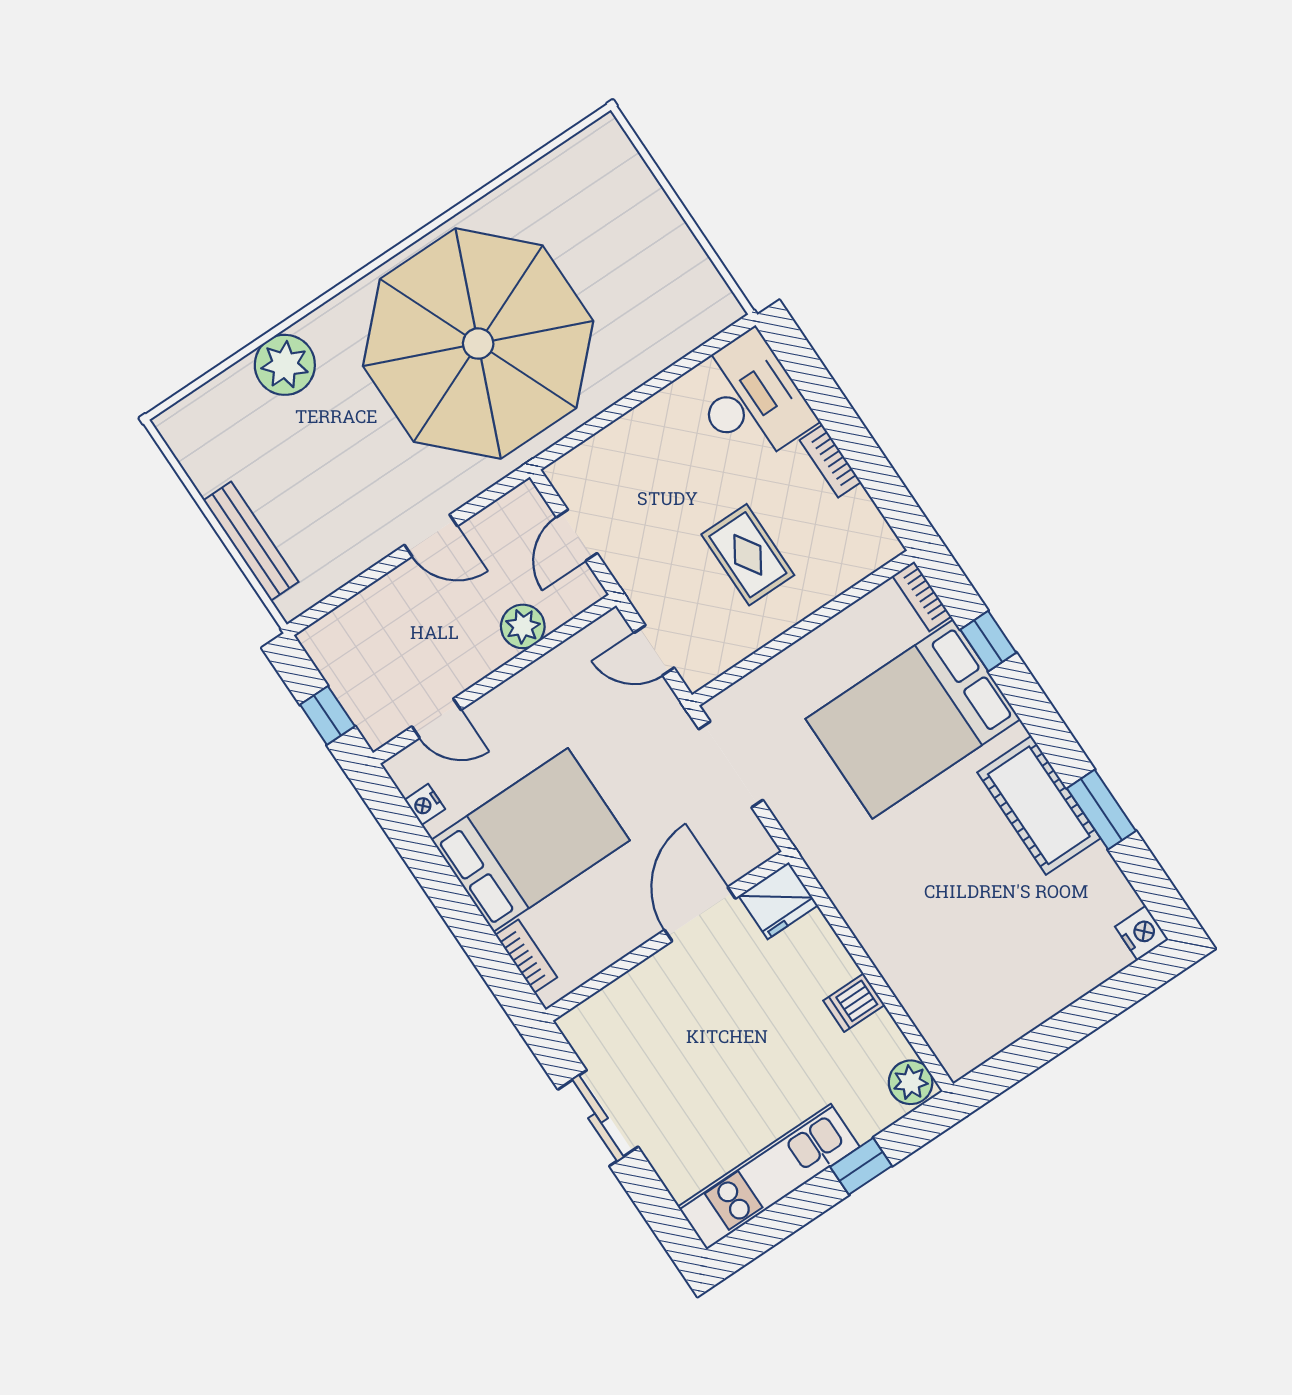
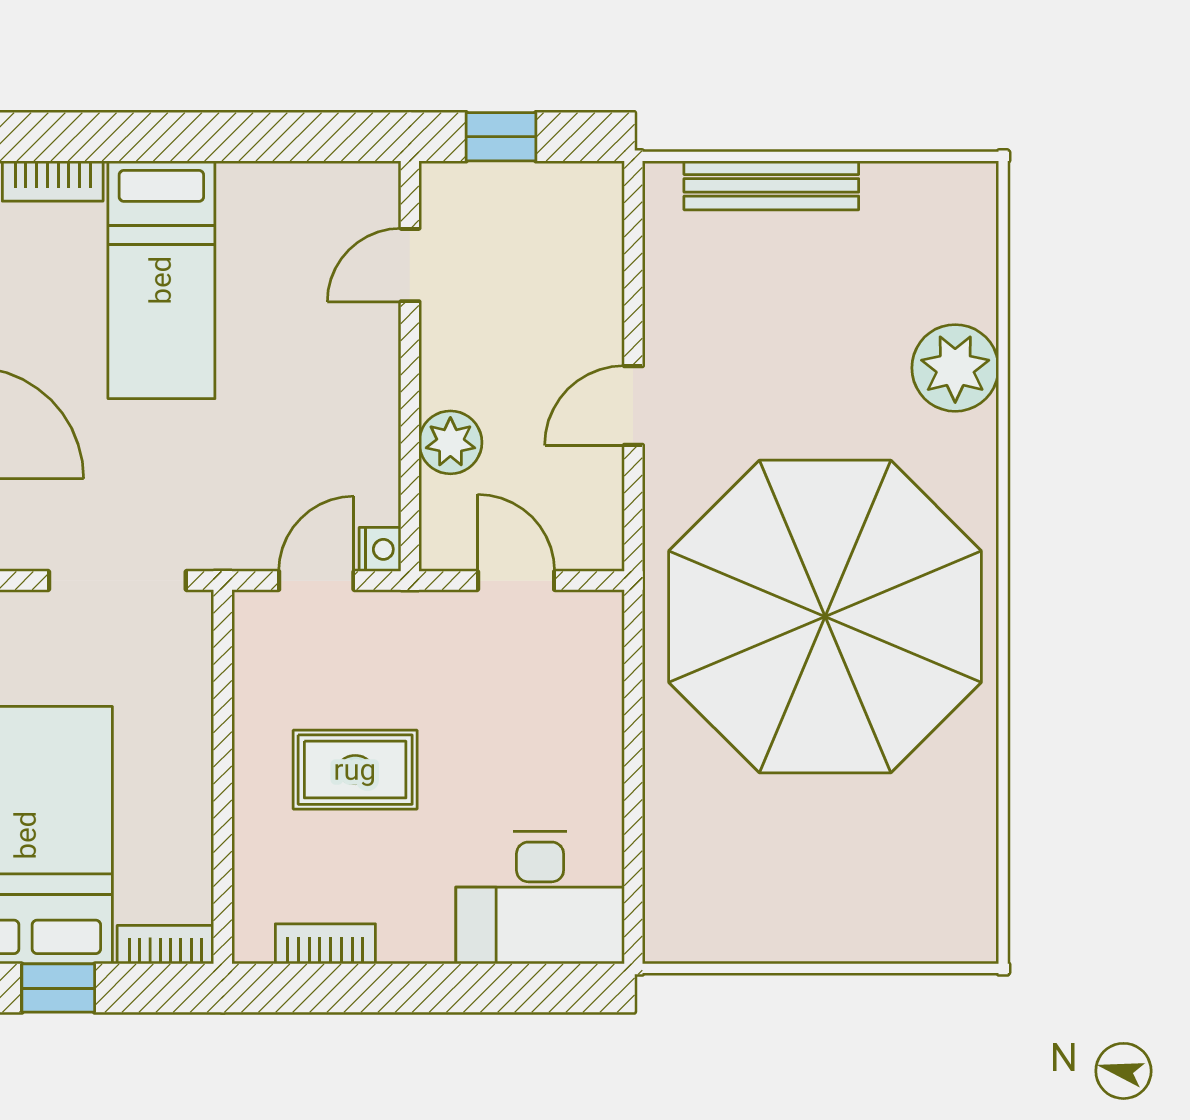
bookcase: (830, 461) -> (325, 944), moved
nightstand: (425, 804) -> (380, 549), moved, turned 90
bed: (531, 840) -> (161, 280), width x0.67

